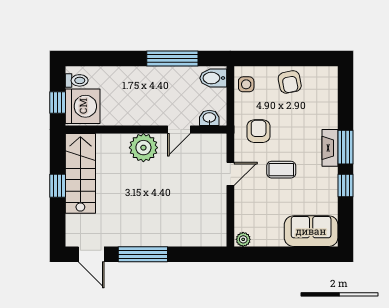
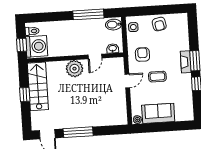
sofa: (311, 231) -> (158, 113), moved

